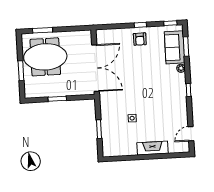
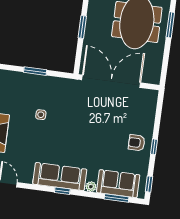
double door: (95, 68) -> (111, 81), swing flipped
sofa: (178, 94) -> (60, 177), added

